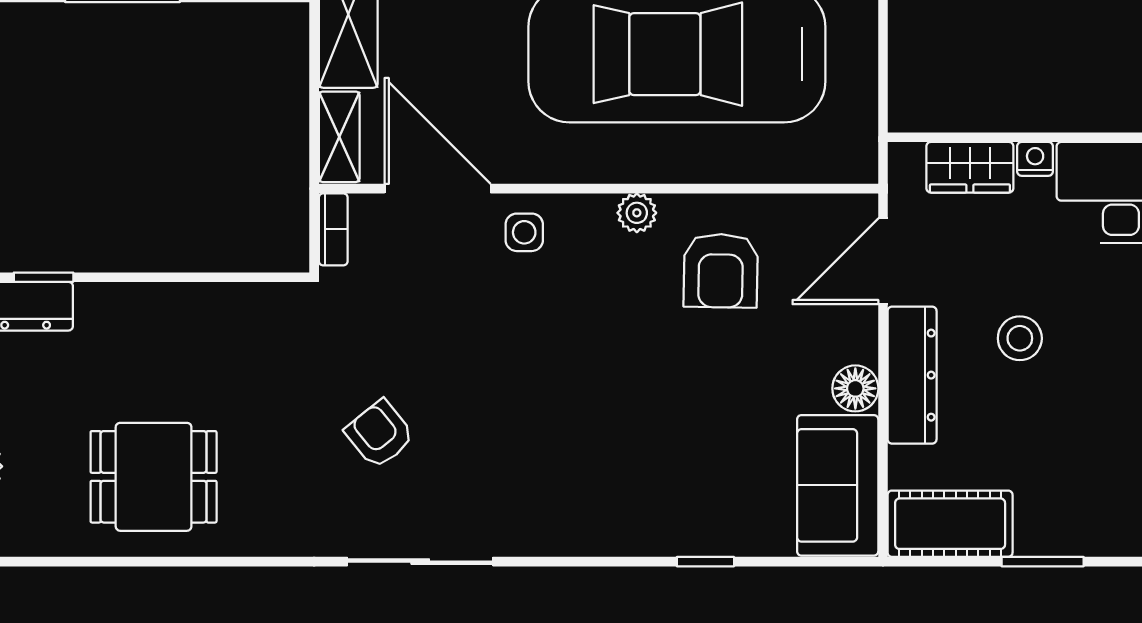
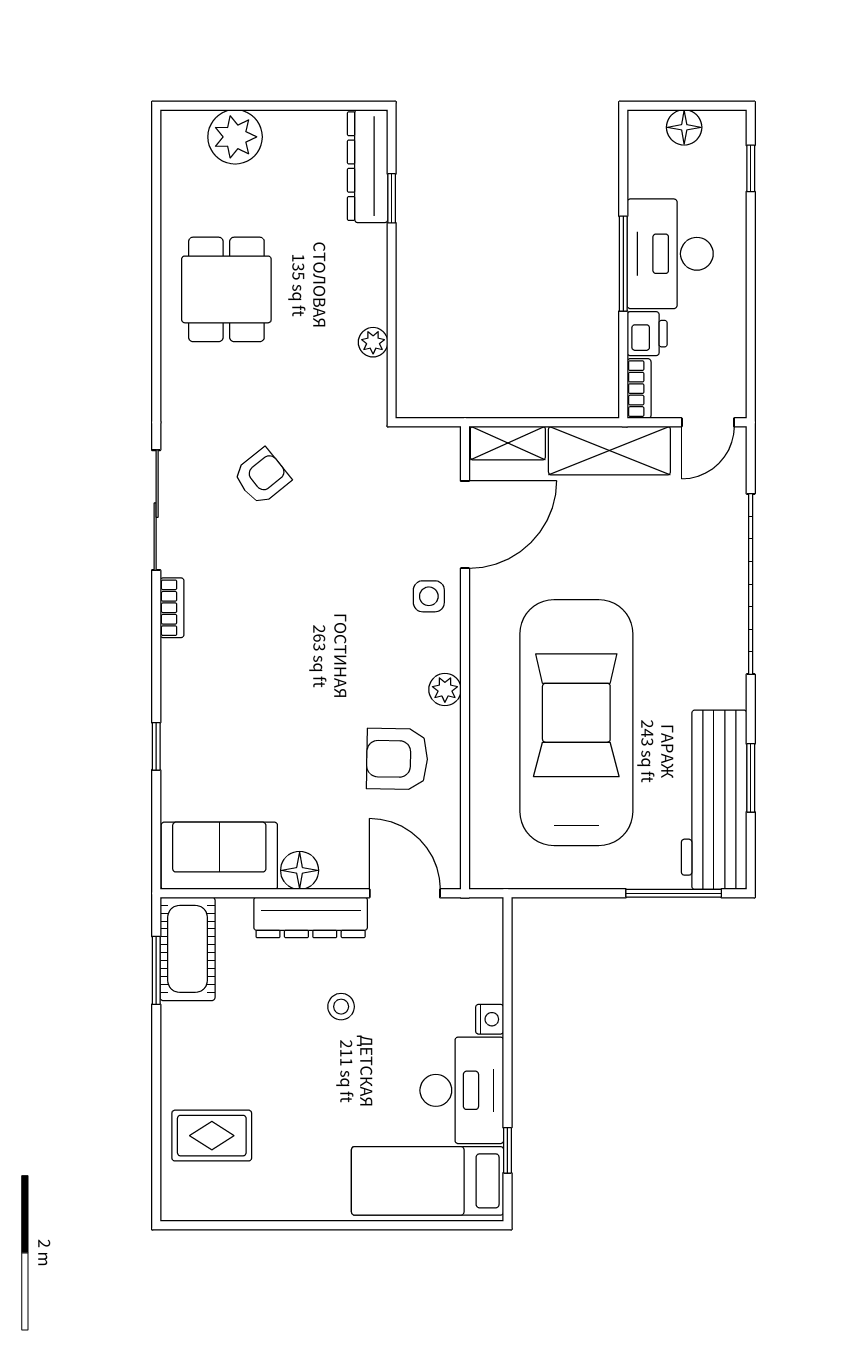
wardrobe: (970, 167) -> (483, 965), removed
bookcase: (333, 229) -> (172, 608), moved, turned -90
plant: (217, 300) -> (373, 342), added
stool: (1020, 338) -> (341, 1007), width x0.73, depth x0.73
window: (1043, 562) -> (156, 970), moved

